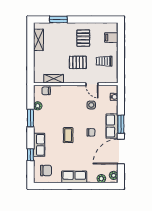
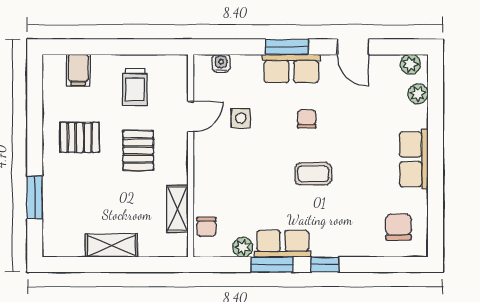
shelving: (38, 40) -> (111, 245), moved
row of seats: (39, 145) -> (283, 244), moved
door: (121, 152) -> (353, 47), width x0.53
window: (30, 155) -> (325, 265), moved

